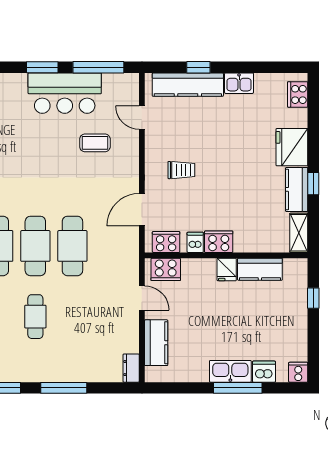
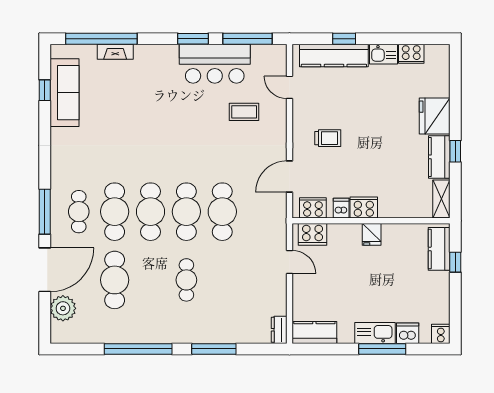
cooker: (298, 94) -> (411, 54), moved, turned -90
kitchen counter: (260, 269) -> (439, 249), moved, turned 90
kitchen counter: (156, 343) -> (314, 332), moved, turned -90

